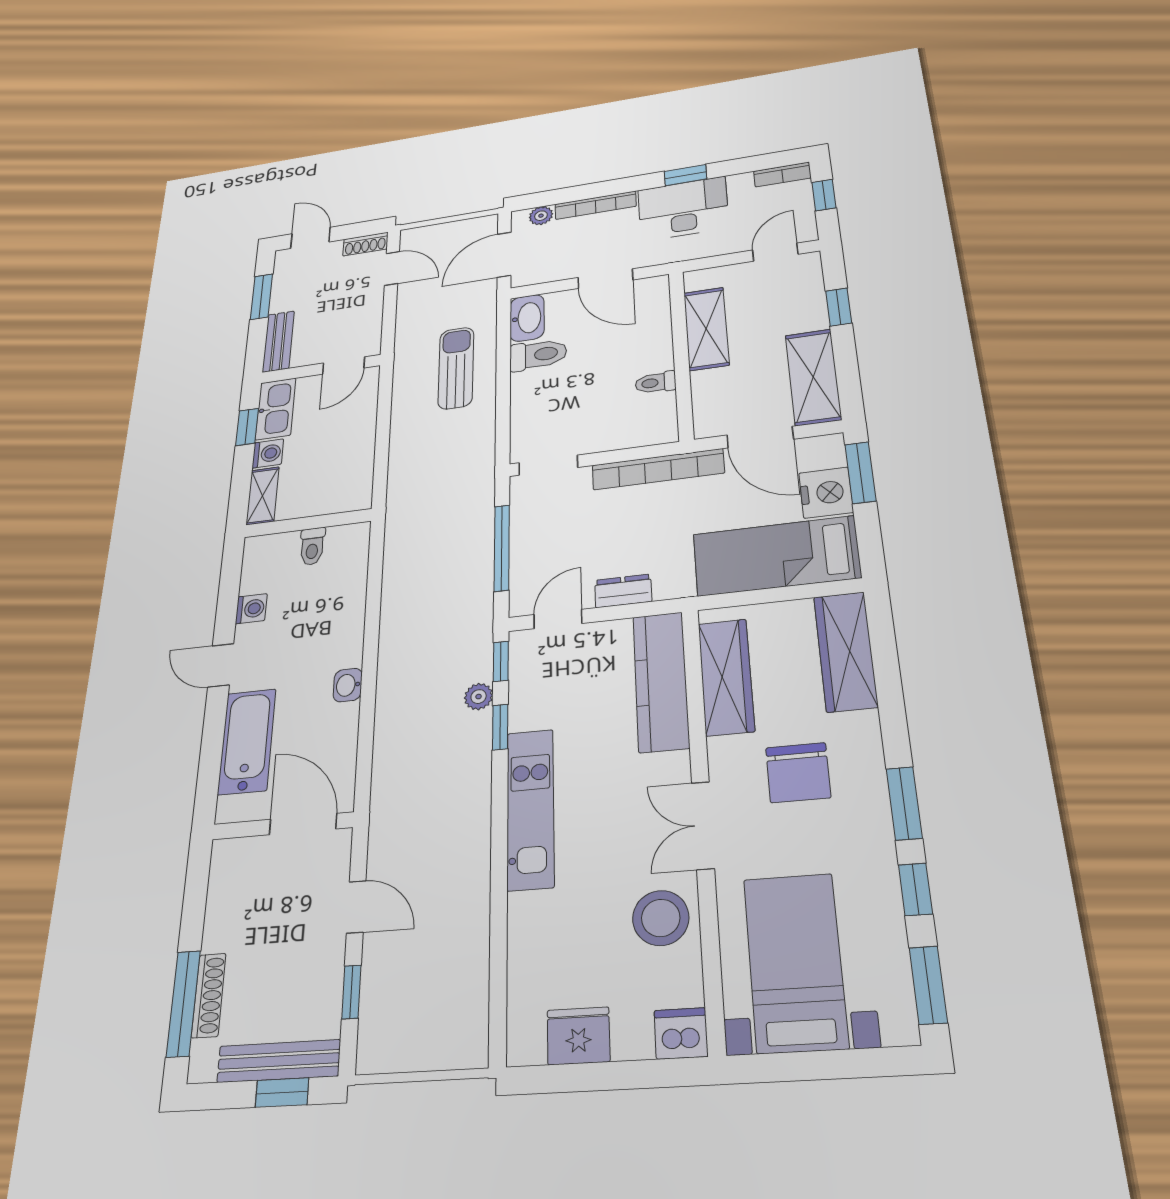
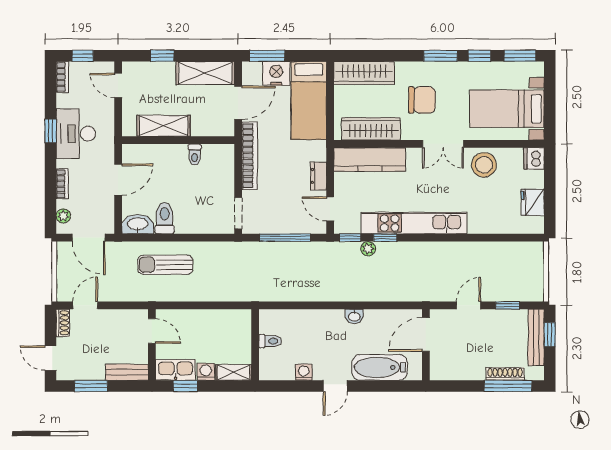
bookcase: (595, 205) -> (62, 184), width x0.64
door: (311, 238) -> (51, 358), hinge flipped
kitchen unit: (530, 809) -> (414, 223), width x1.36

